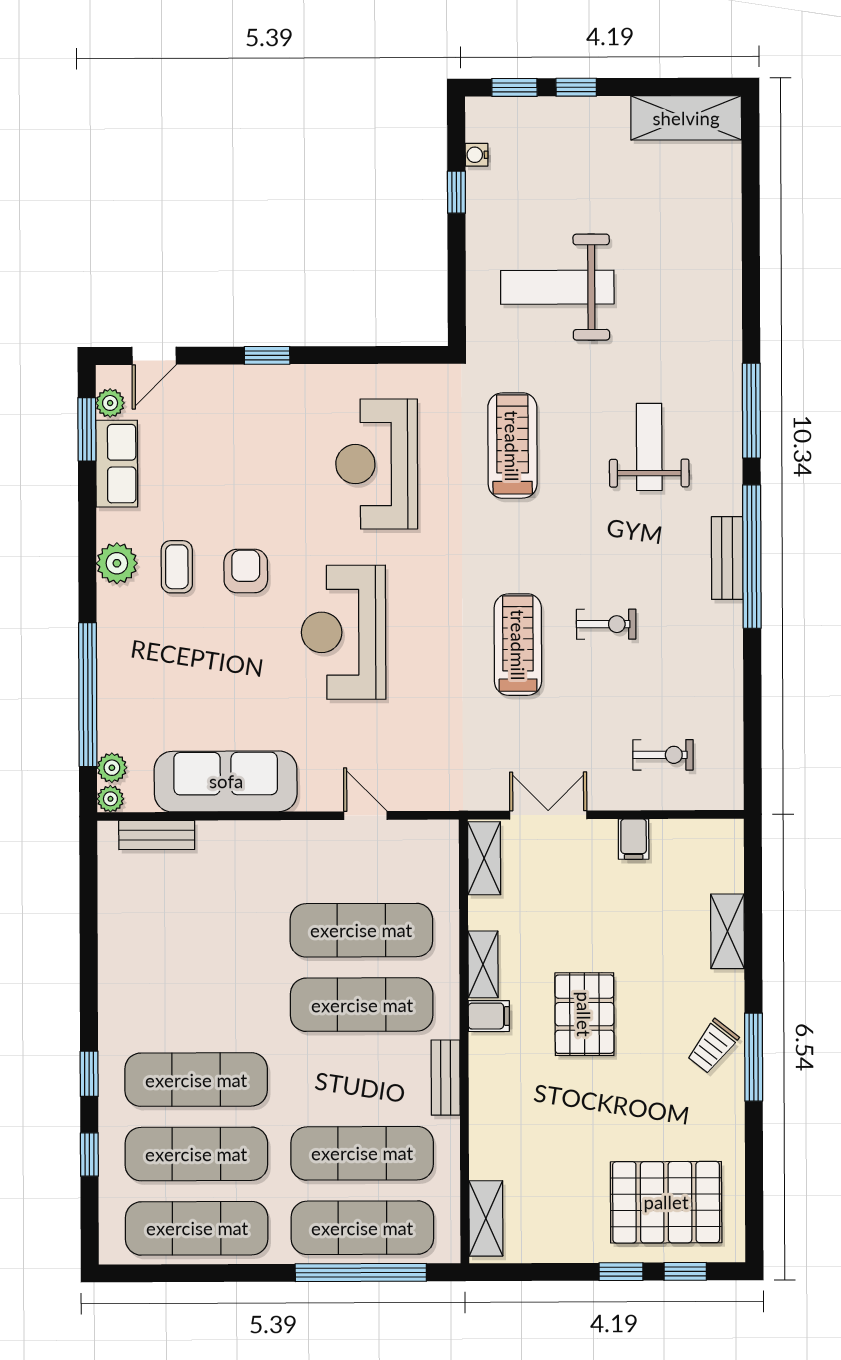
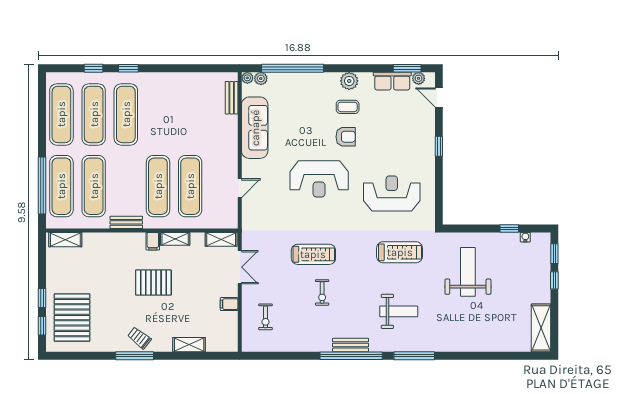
reception desk: (343, 632) -> (319, 179), turned 180

